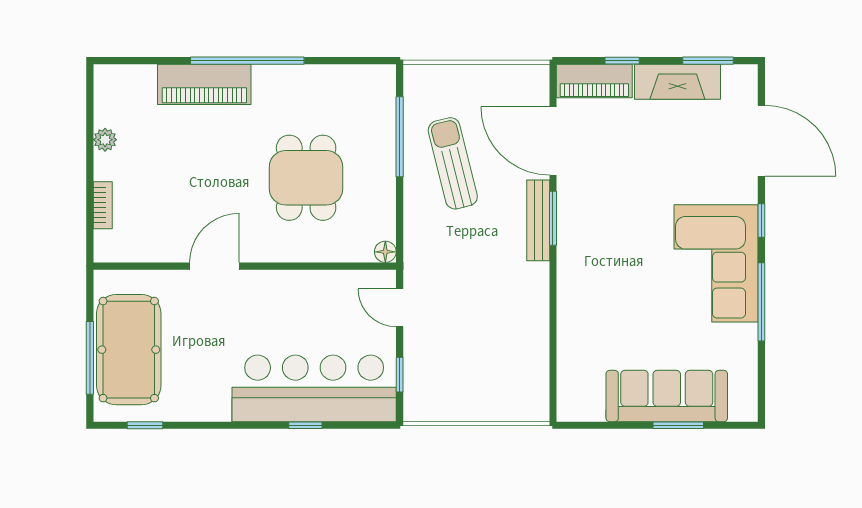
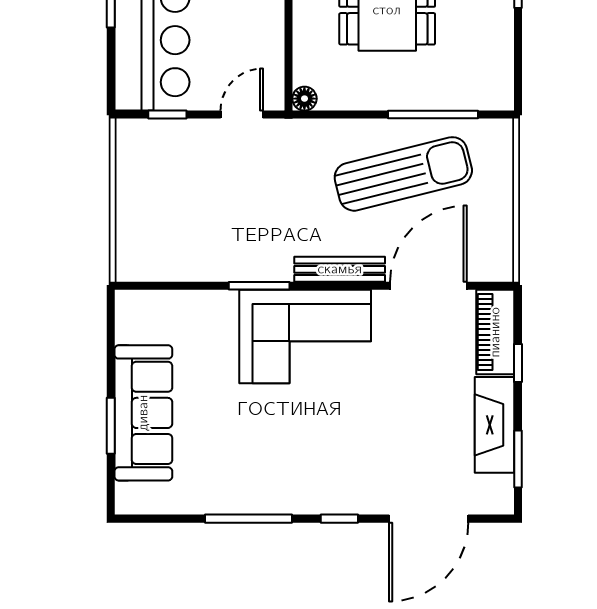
sun lounger: (453, 163) -> (403, 174), width x1.36, depth x1.34
window: (553, 218) -> (259, 286), moved
corner sofa: (716, 263) -> (305, 337), moved, turned 180

